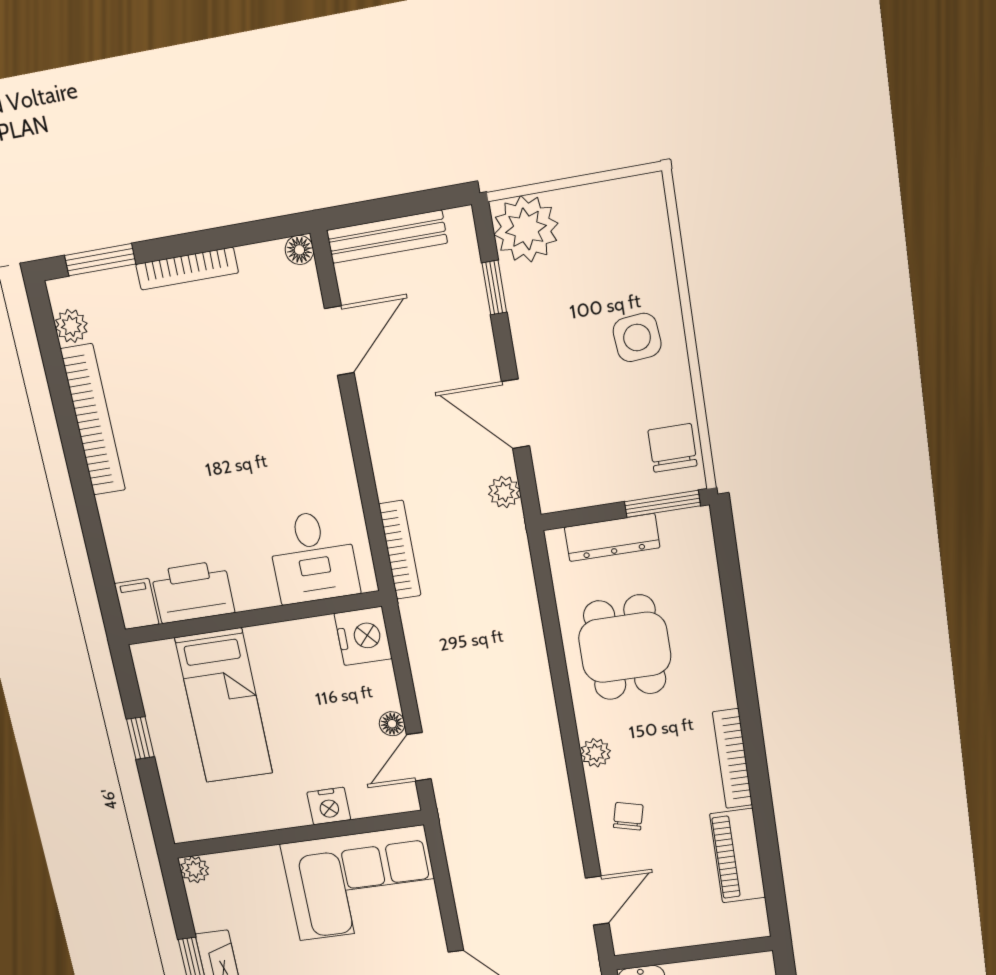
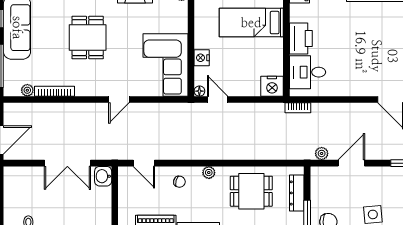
bookcase: (400, 550) -> (298, 108), width x0.64
printer: (193, 592) -> (301, 39), moved
floor lamp: (392, 724) -> (199, 91), moved

